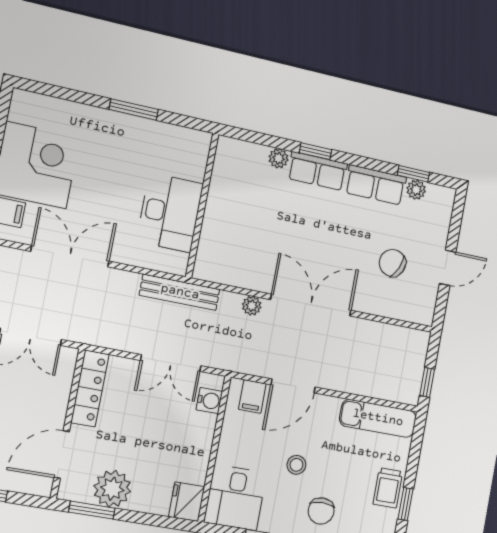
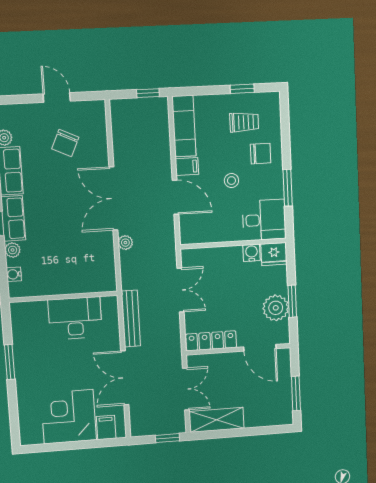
water cooler: (247, 150) -> (14, 274), added
bench: (180, 292) -> (131, 319), moved
filing cabinet: (252, 396) -> (187, 167), moved
water cooler: (209, 401) -> (252, 253), moved
trolley: (388, 488) -> (244, 122), moved
window: (92, 510) -> (292, 301), moved

